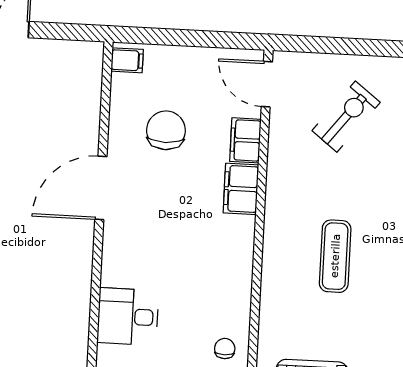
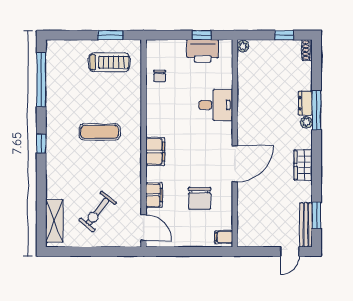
filing cabinet: (241, 189) -> (155, 152), moved
exercise mat: (335, 256) -> (100, 132), turned 90
desk: (128, 317) -> (216, 105), moved

